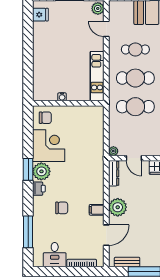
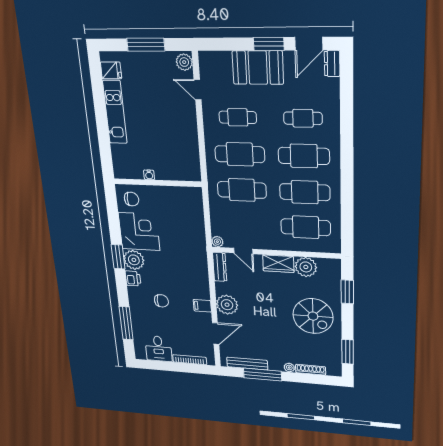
kitchen unit: (97, 76) -> (115, 112), moved, turned 180
bench: (127, 262) -> (247, 364), width x1.36

